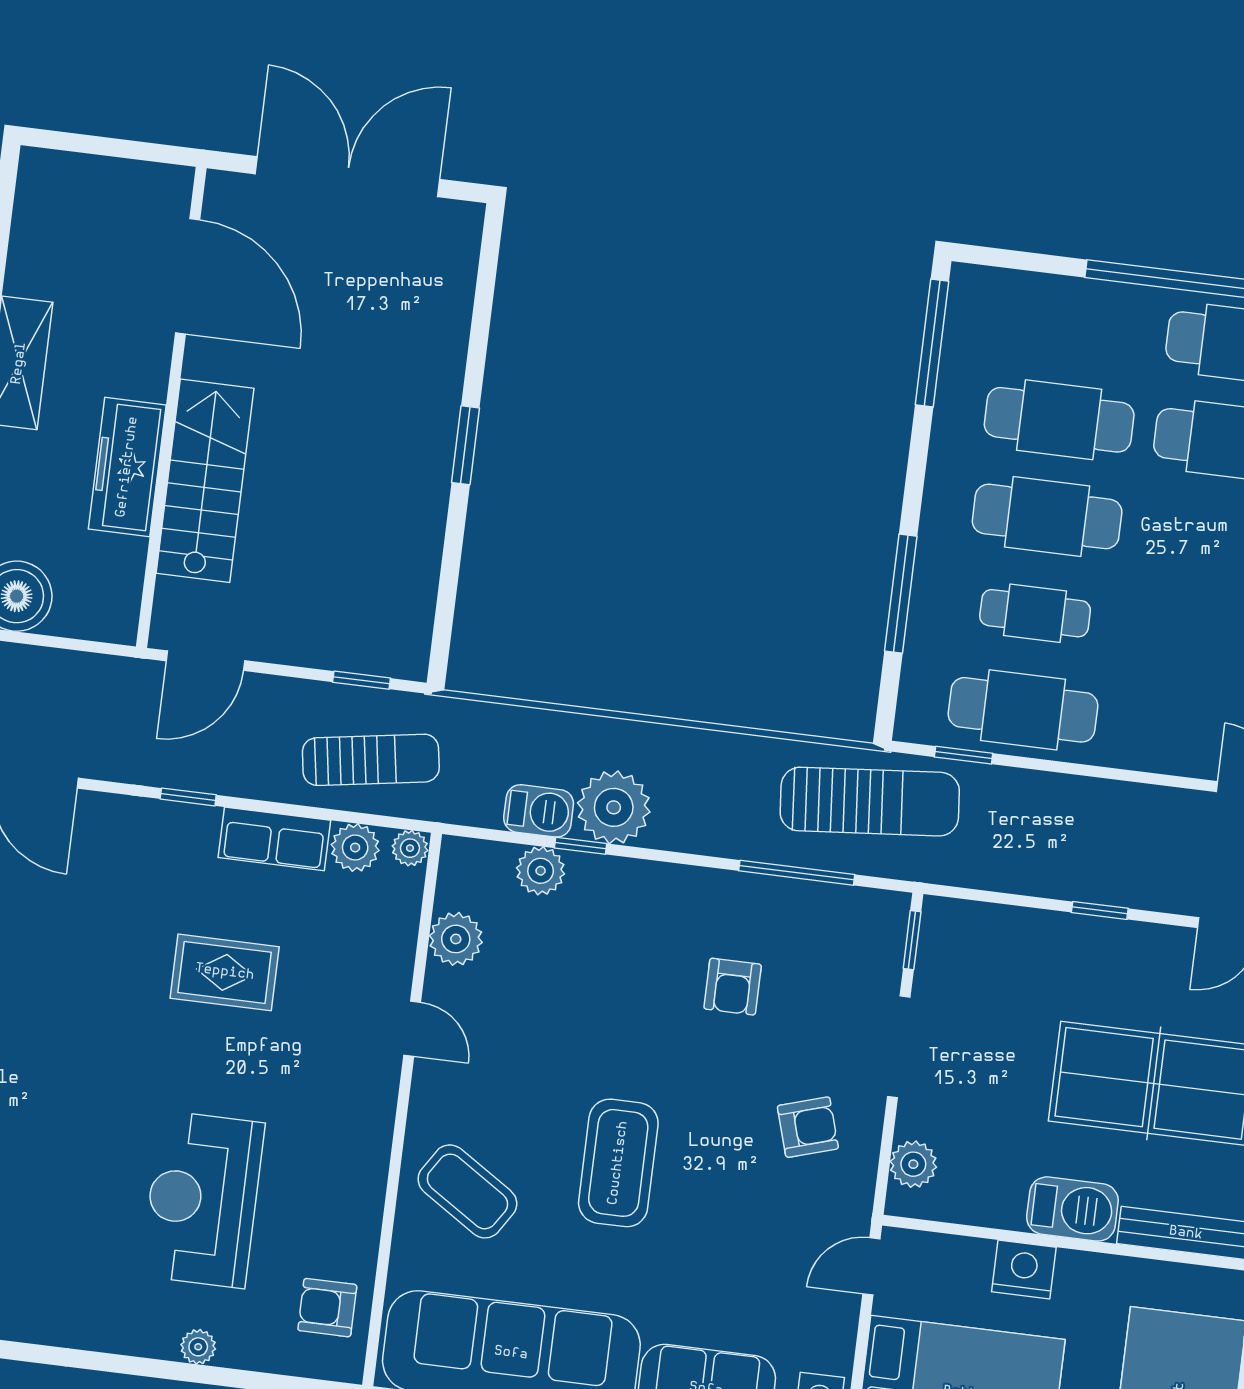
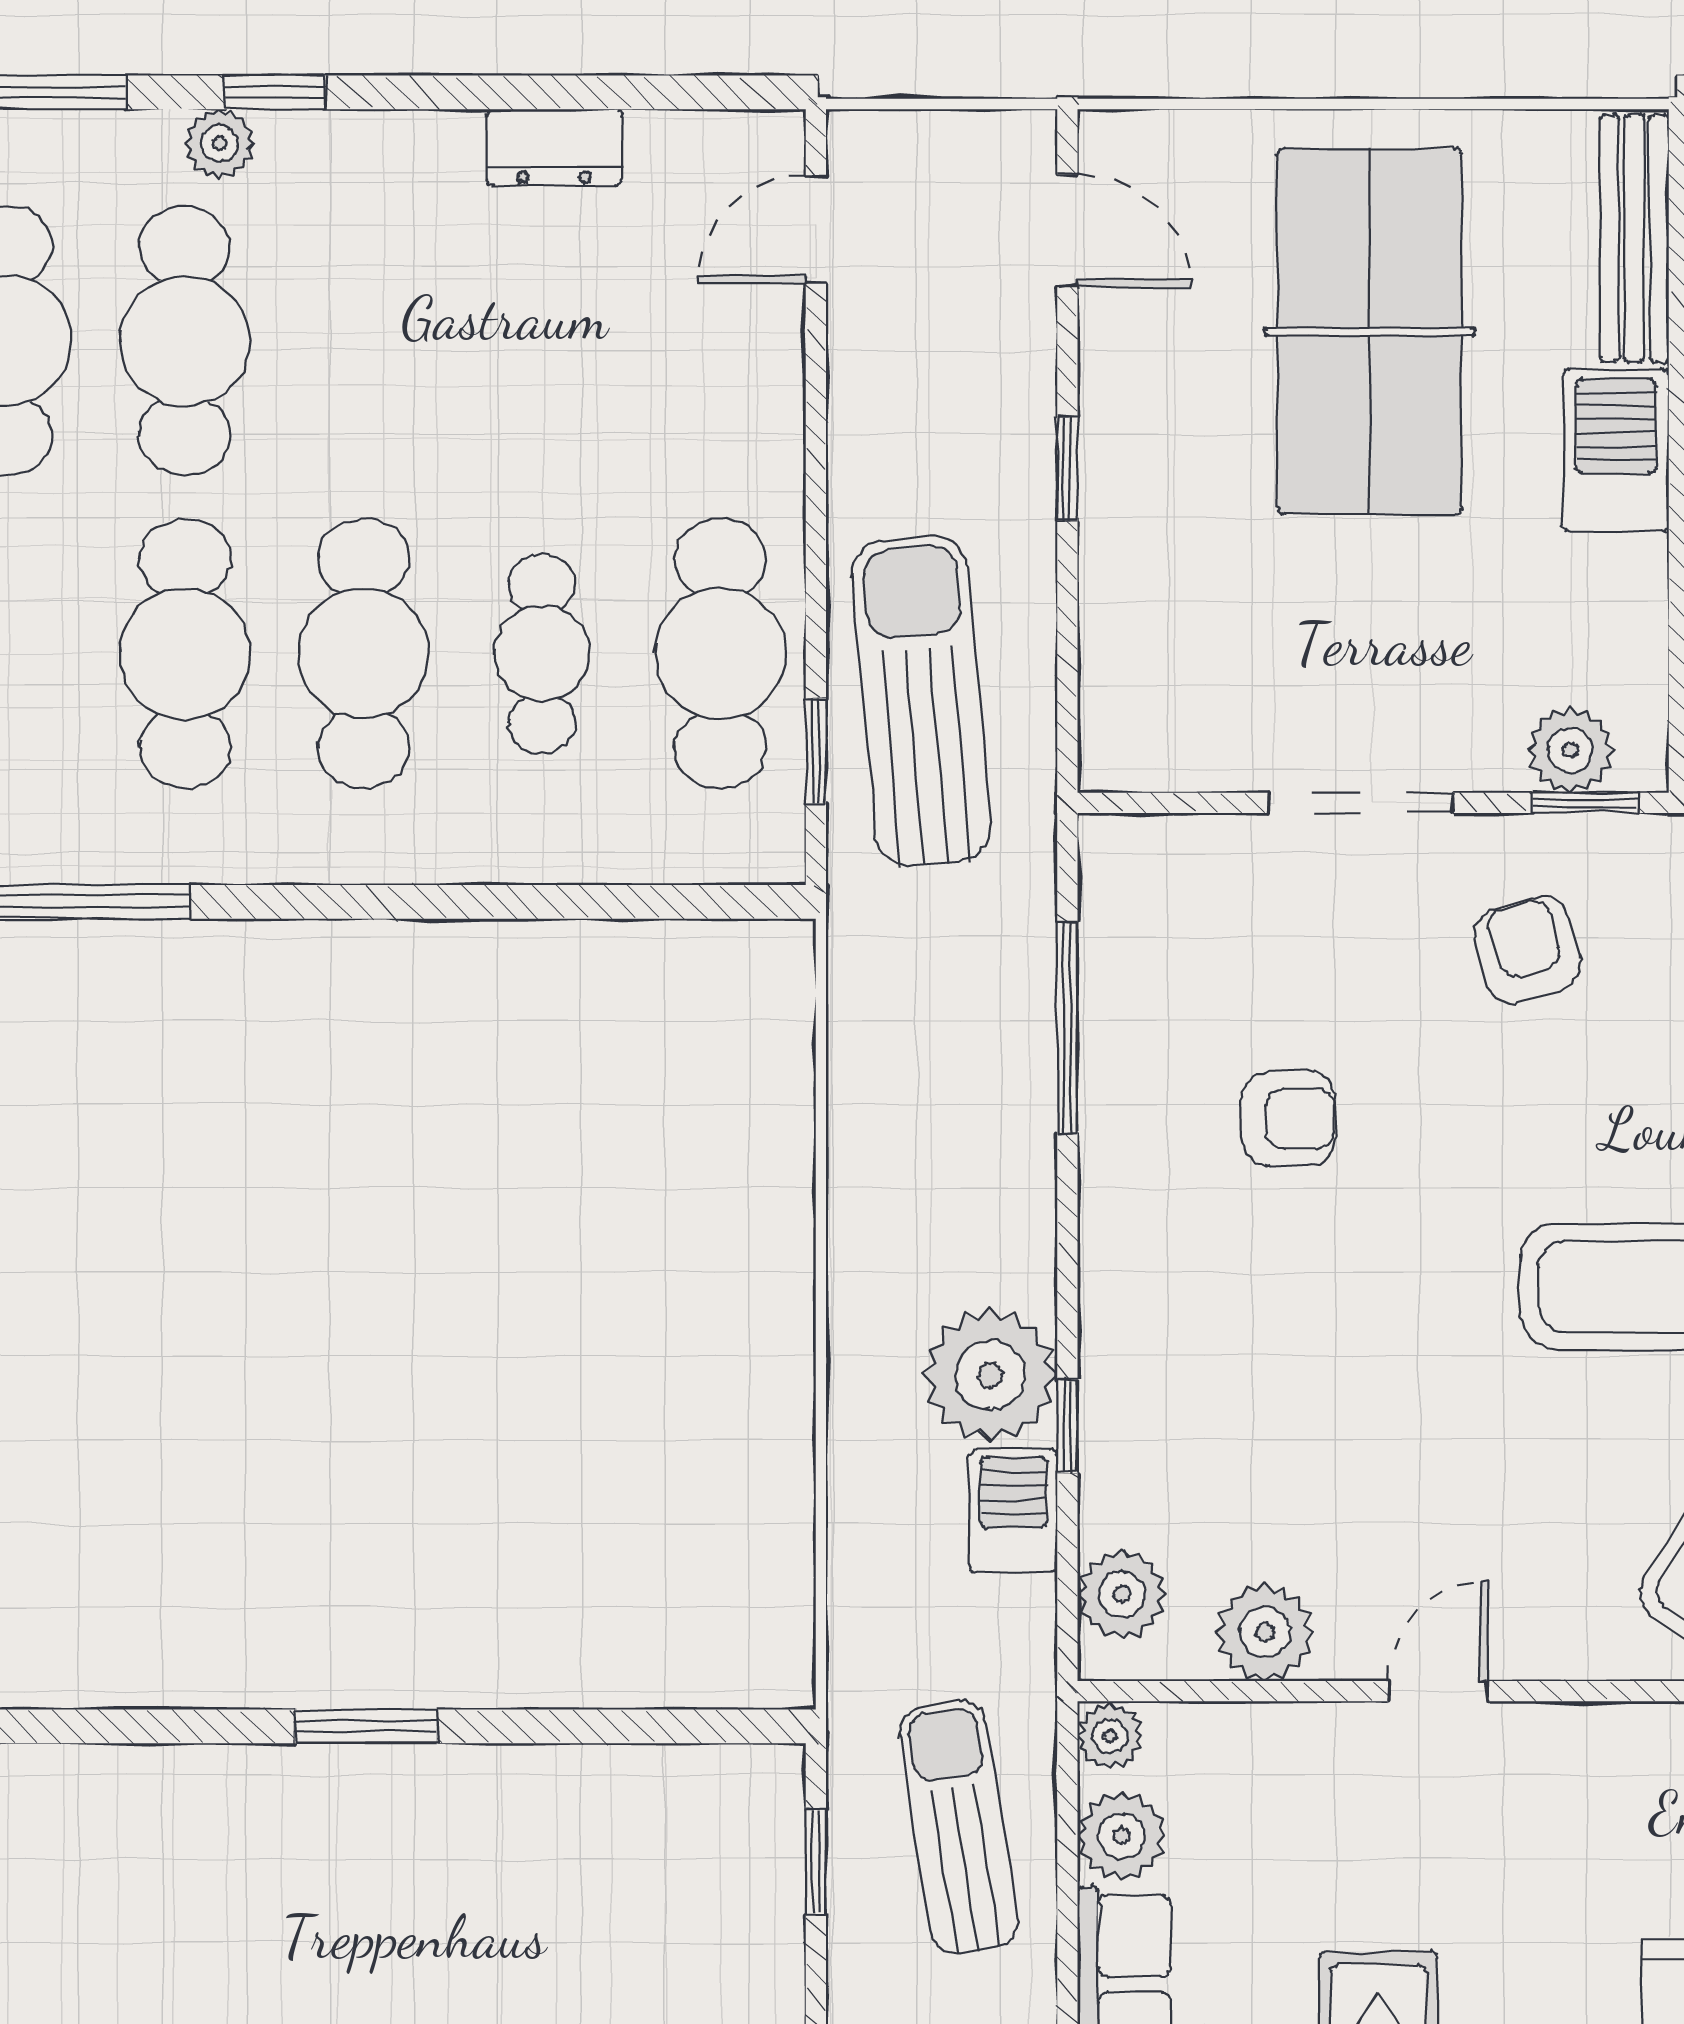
window: (901, 594) -> (537, 902), removed
sun lounger: (870, 802) -> (922, 701), moved
plant: (541, 871) -> (1122, 1594), moved
window: (912, 940) -> (1585, 803), moved

